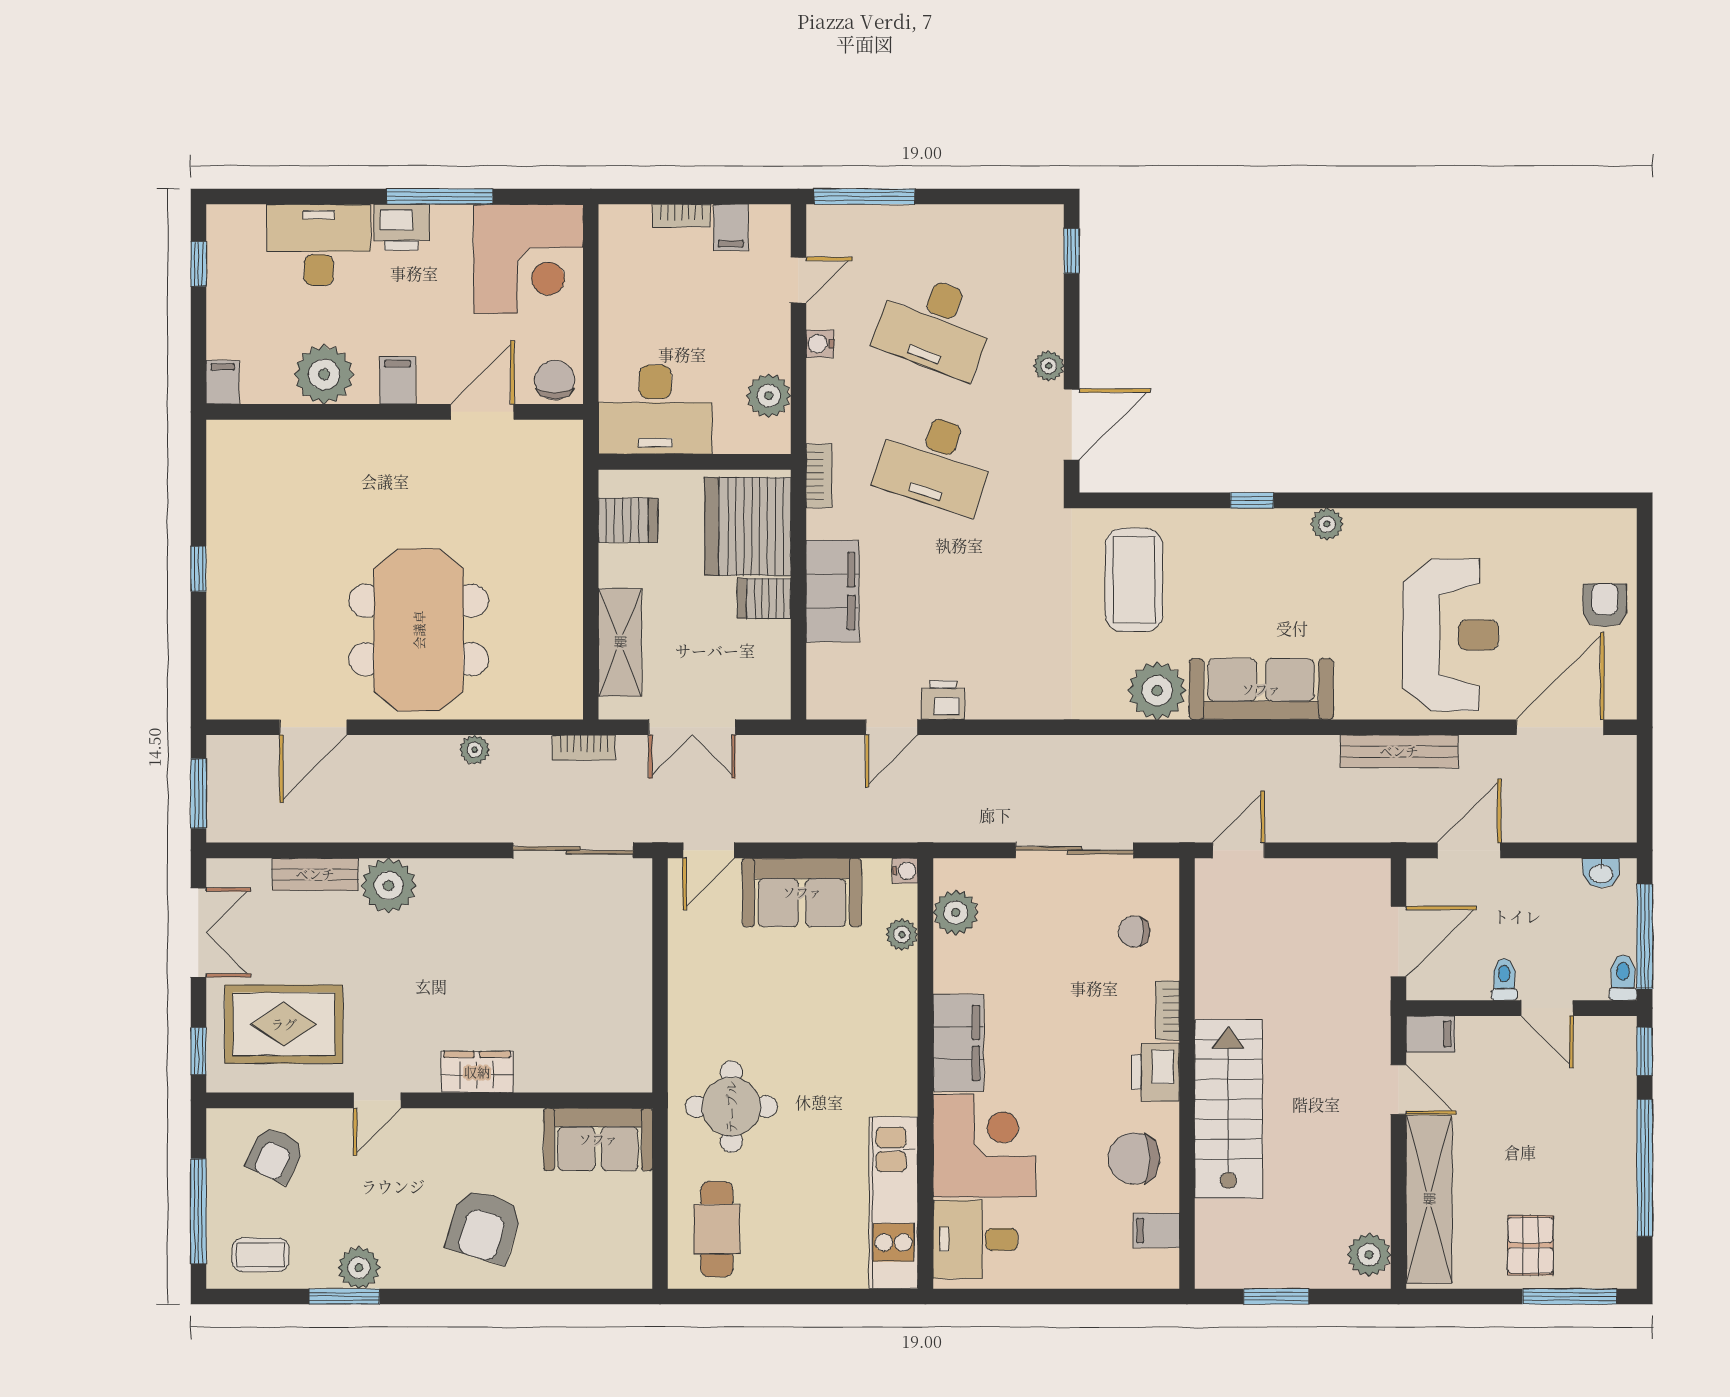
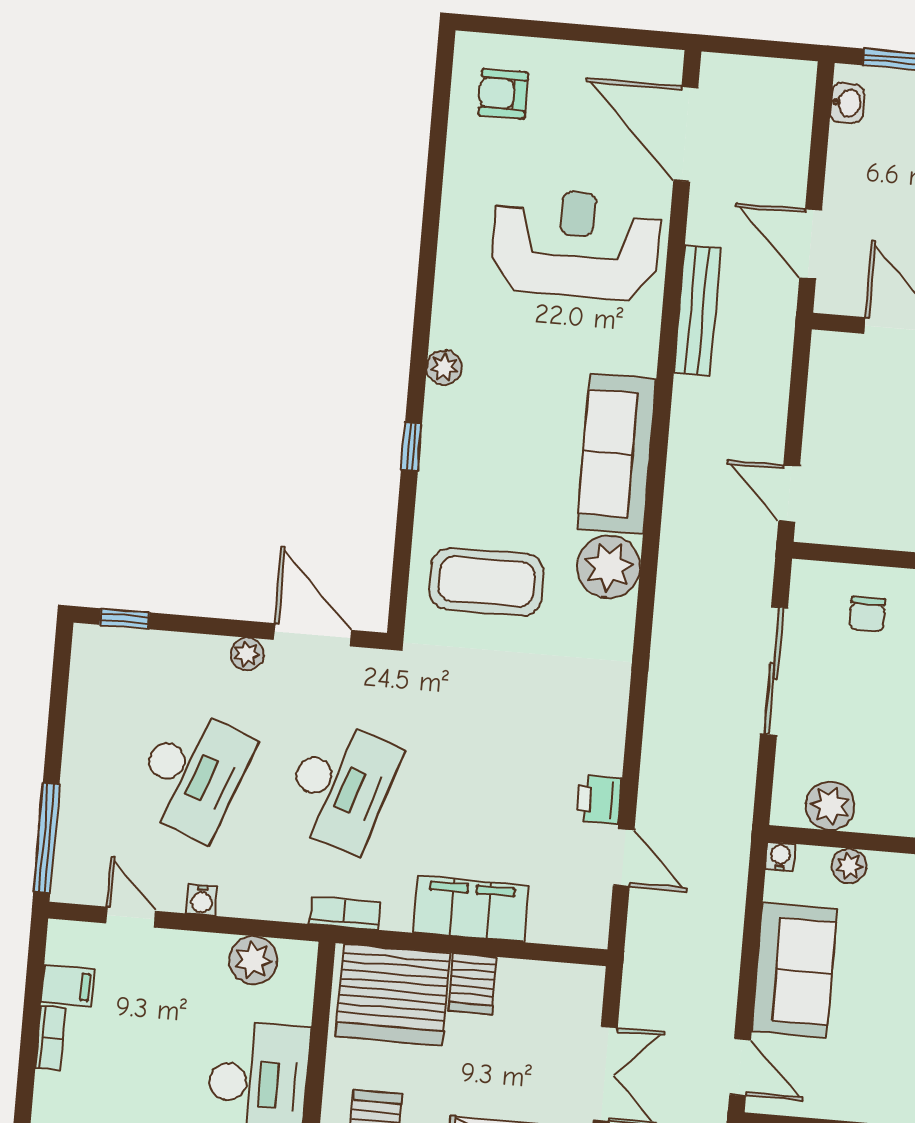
armchair: (1605, 605) -> (503, 94), moved

